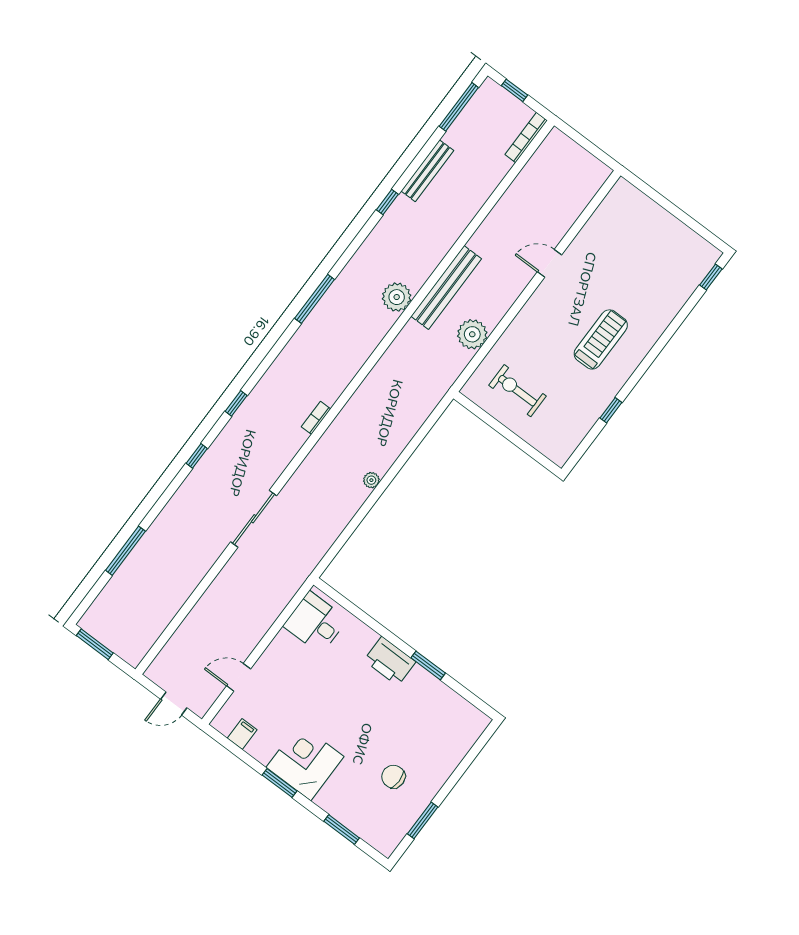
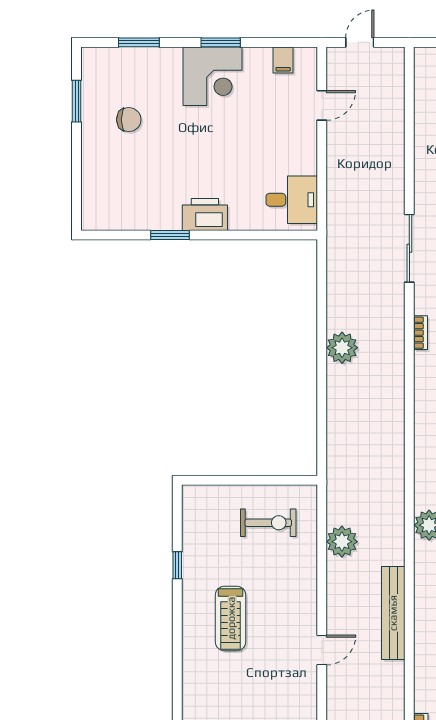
bench: (446, 288) -> (393, 613), moved
bookcase: (316, 418) -> (420, 333), moved
plant: (371, 480) -> (342, 348), width x1.88, depth x1.88

